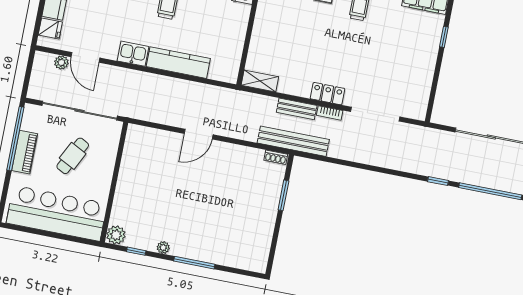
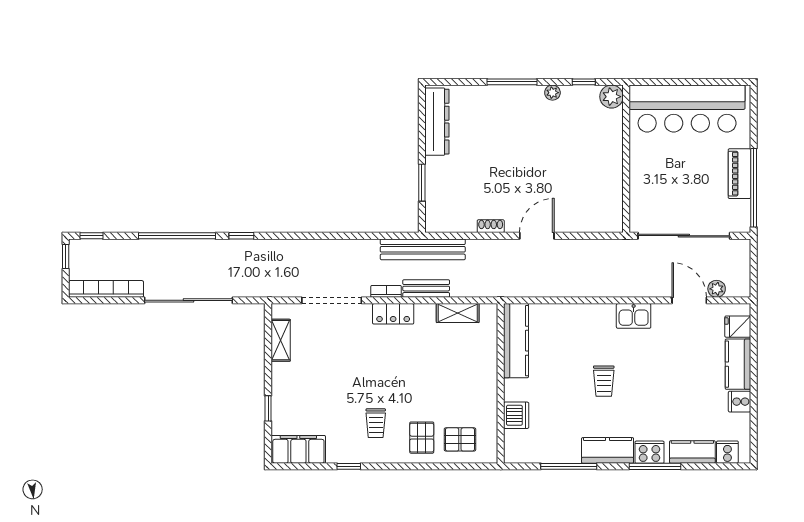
kitchen counter: (178, 63) -> (516, 341), moved, turned -90
shelving: (260, 81) -> (458, 313), moved
shelving: (423, 90) -> (281, 340), added
cafe table: (73, 156) -> (681, 180), removed
shoe rack: (276, 157) -> (491, 226), moved
dresser: (261, 242) -> (437, 122), added

